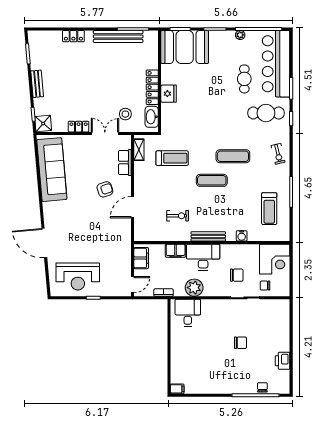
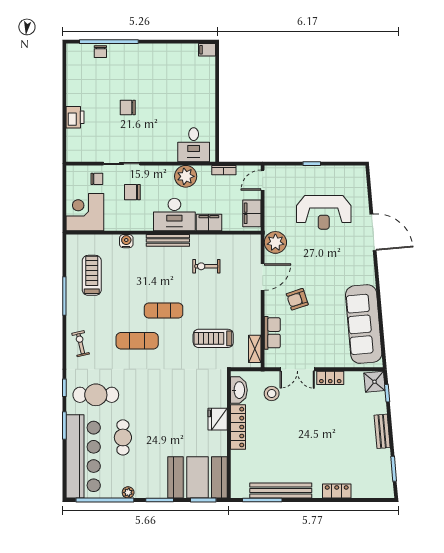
plant: (122, 235) -> (275, 242), added
reception desk: (78, 276) -> (324, 212), moved, turned 180
printer: (283, 361) -> (75, 117), moved

